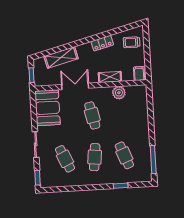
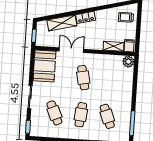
locker: (102, 43) -> (86, 17), moved
shelving: (110, 77) -> (114, 46), moved
plant: (119, 93) -> (128, 62), moved

